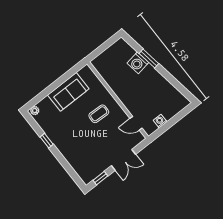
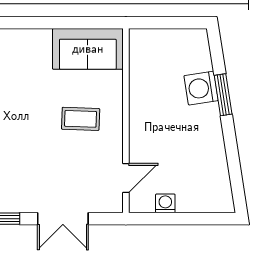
sofa: (68, 92) -> (88, 49), moved
door: (136, 123) -> (126, 178), swing flipped

